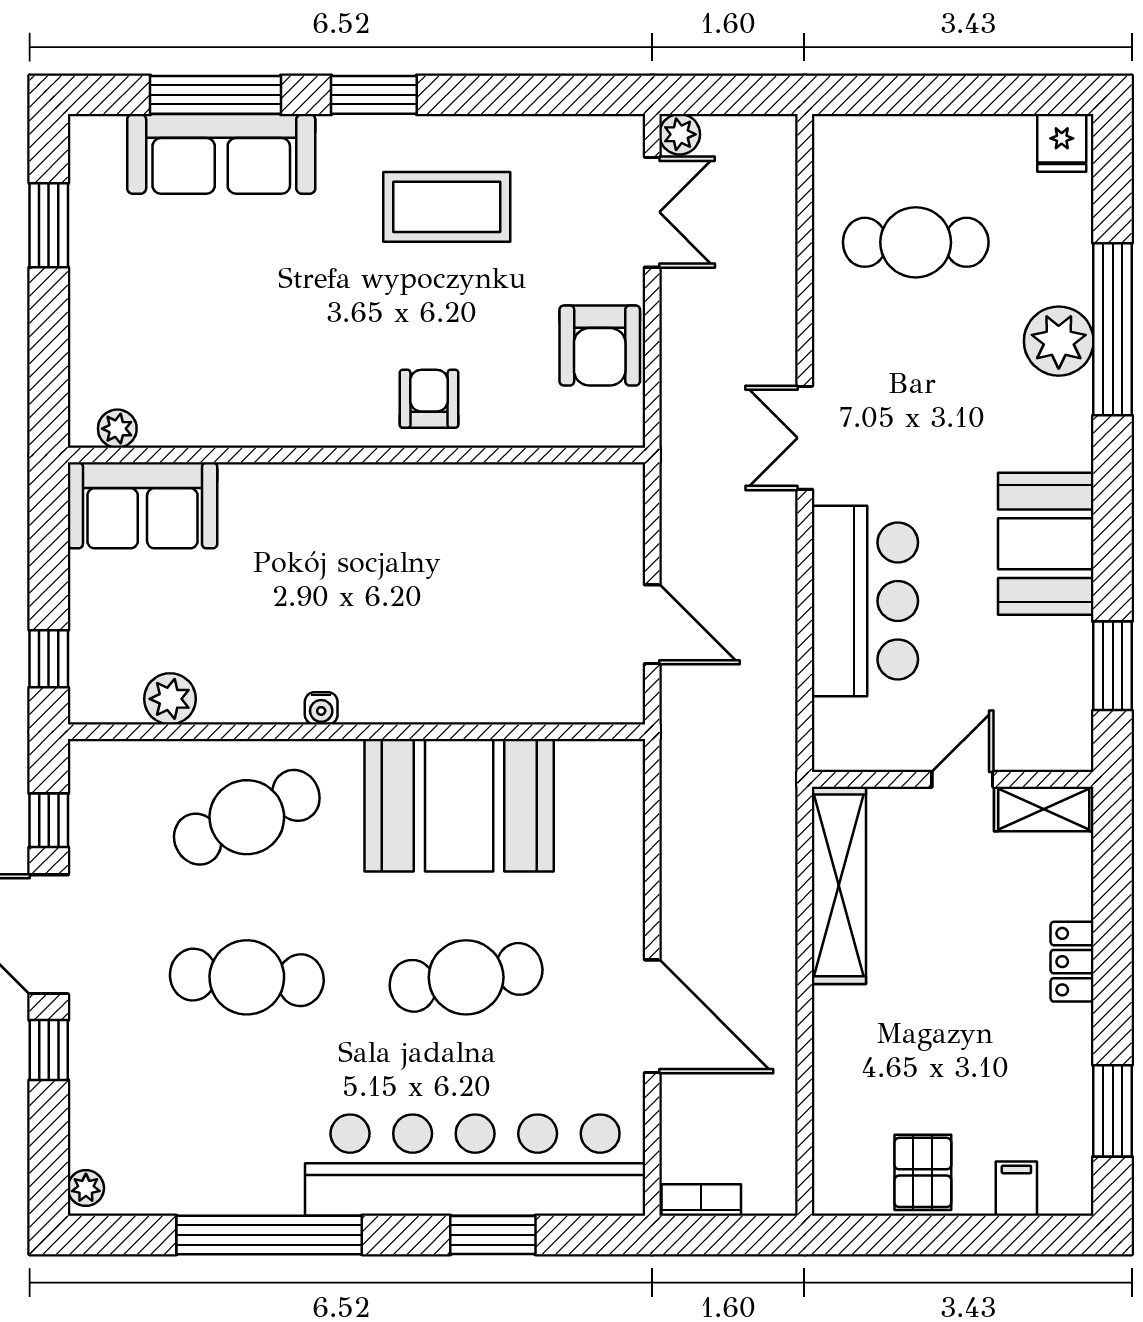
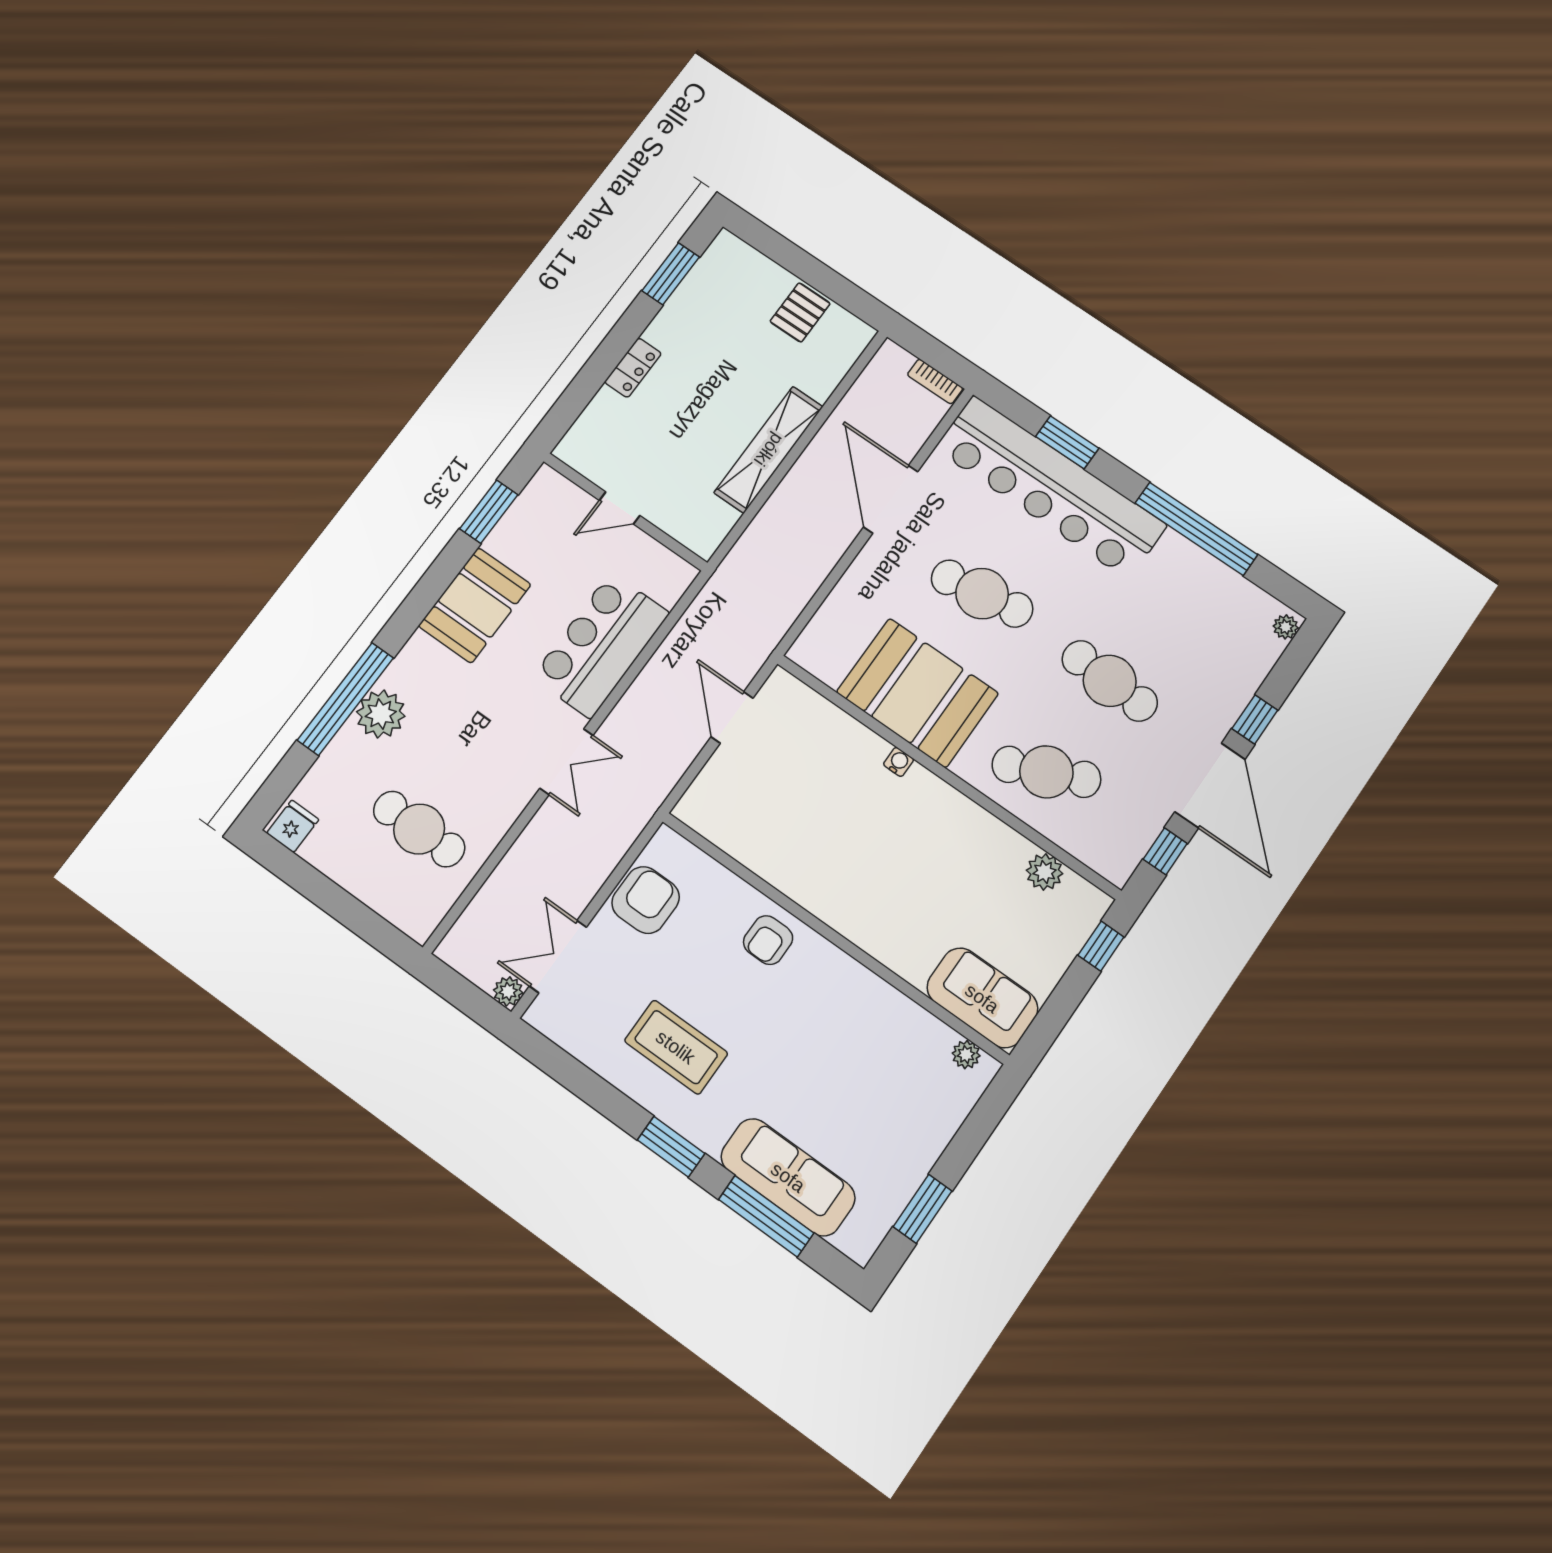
water cooler: (321, 708) -> (899, 762), moved
shelving: (1044, 809) -> (586, 460), removed
shelving: (839, 885) -> (769, 450), moved
filing cabinet: (1016, 1189) -> (755, 269), removed

